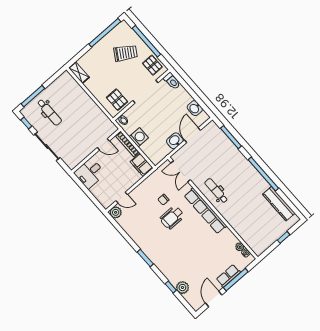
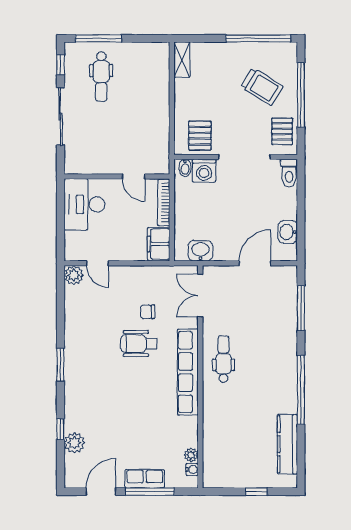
washing machine: (139, 137) -> (204, 171), moved, turned 90
washbasin: (175, 141) -> (200, 251), moved
desk: (90, 173) -> (84, 204), width x1.37

